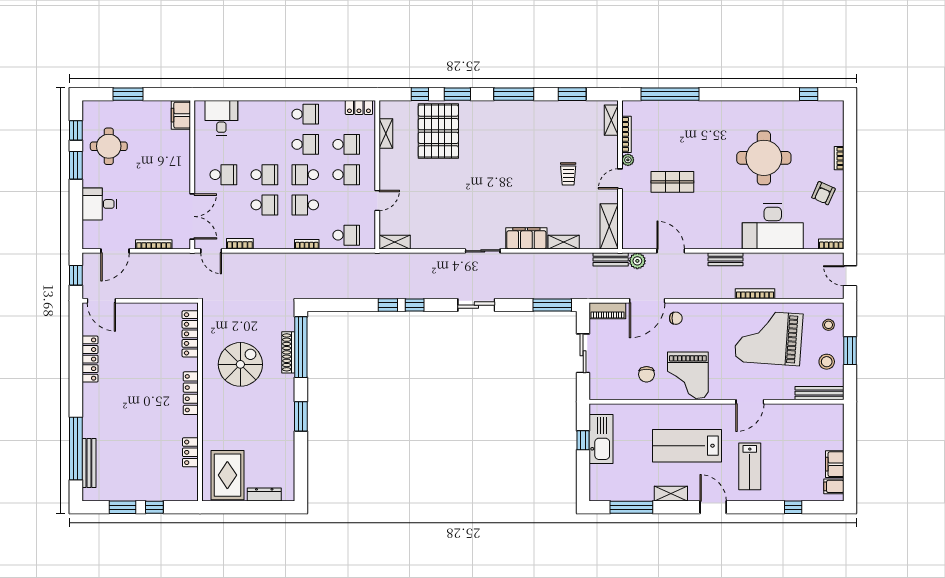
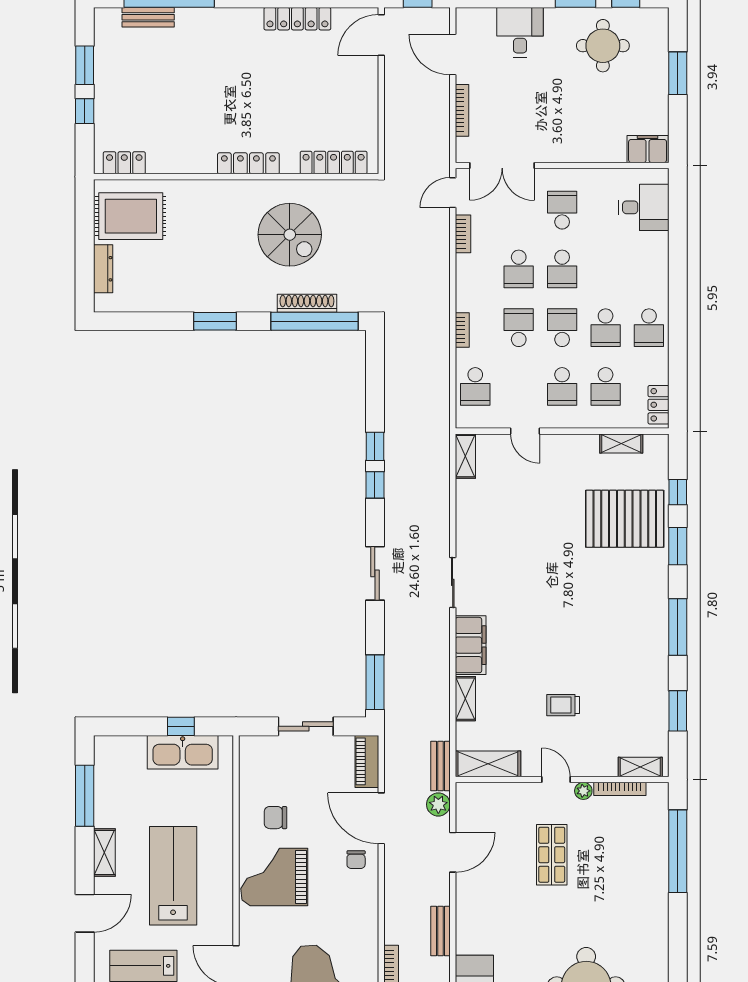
school desk: (223, 175) -> (562, 210), turned 180
locker: (190, 452) -> (124, 163), moved
bench: (89, 463) -> (148, 17), width x0.73

